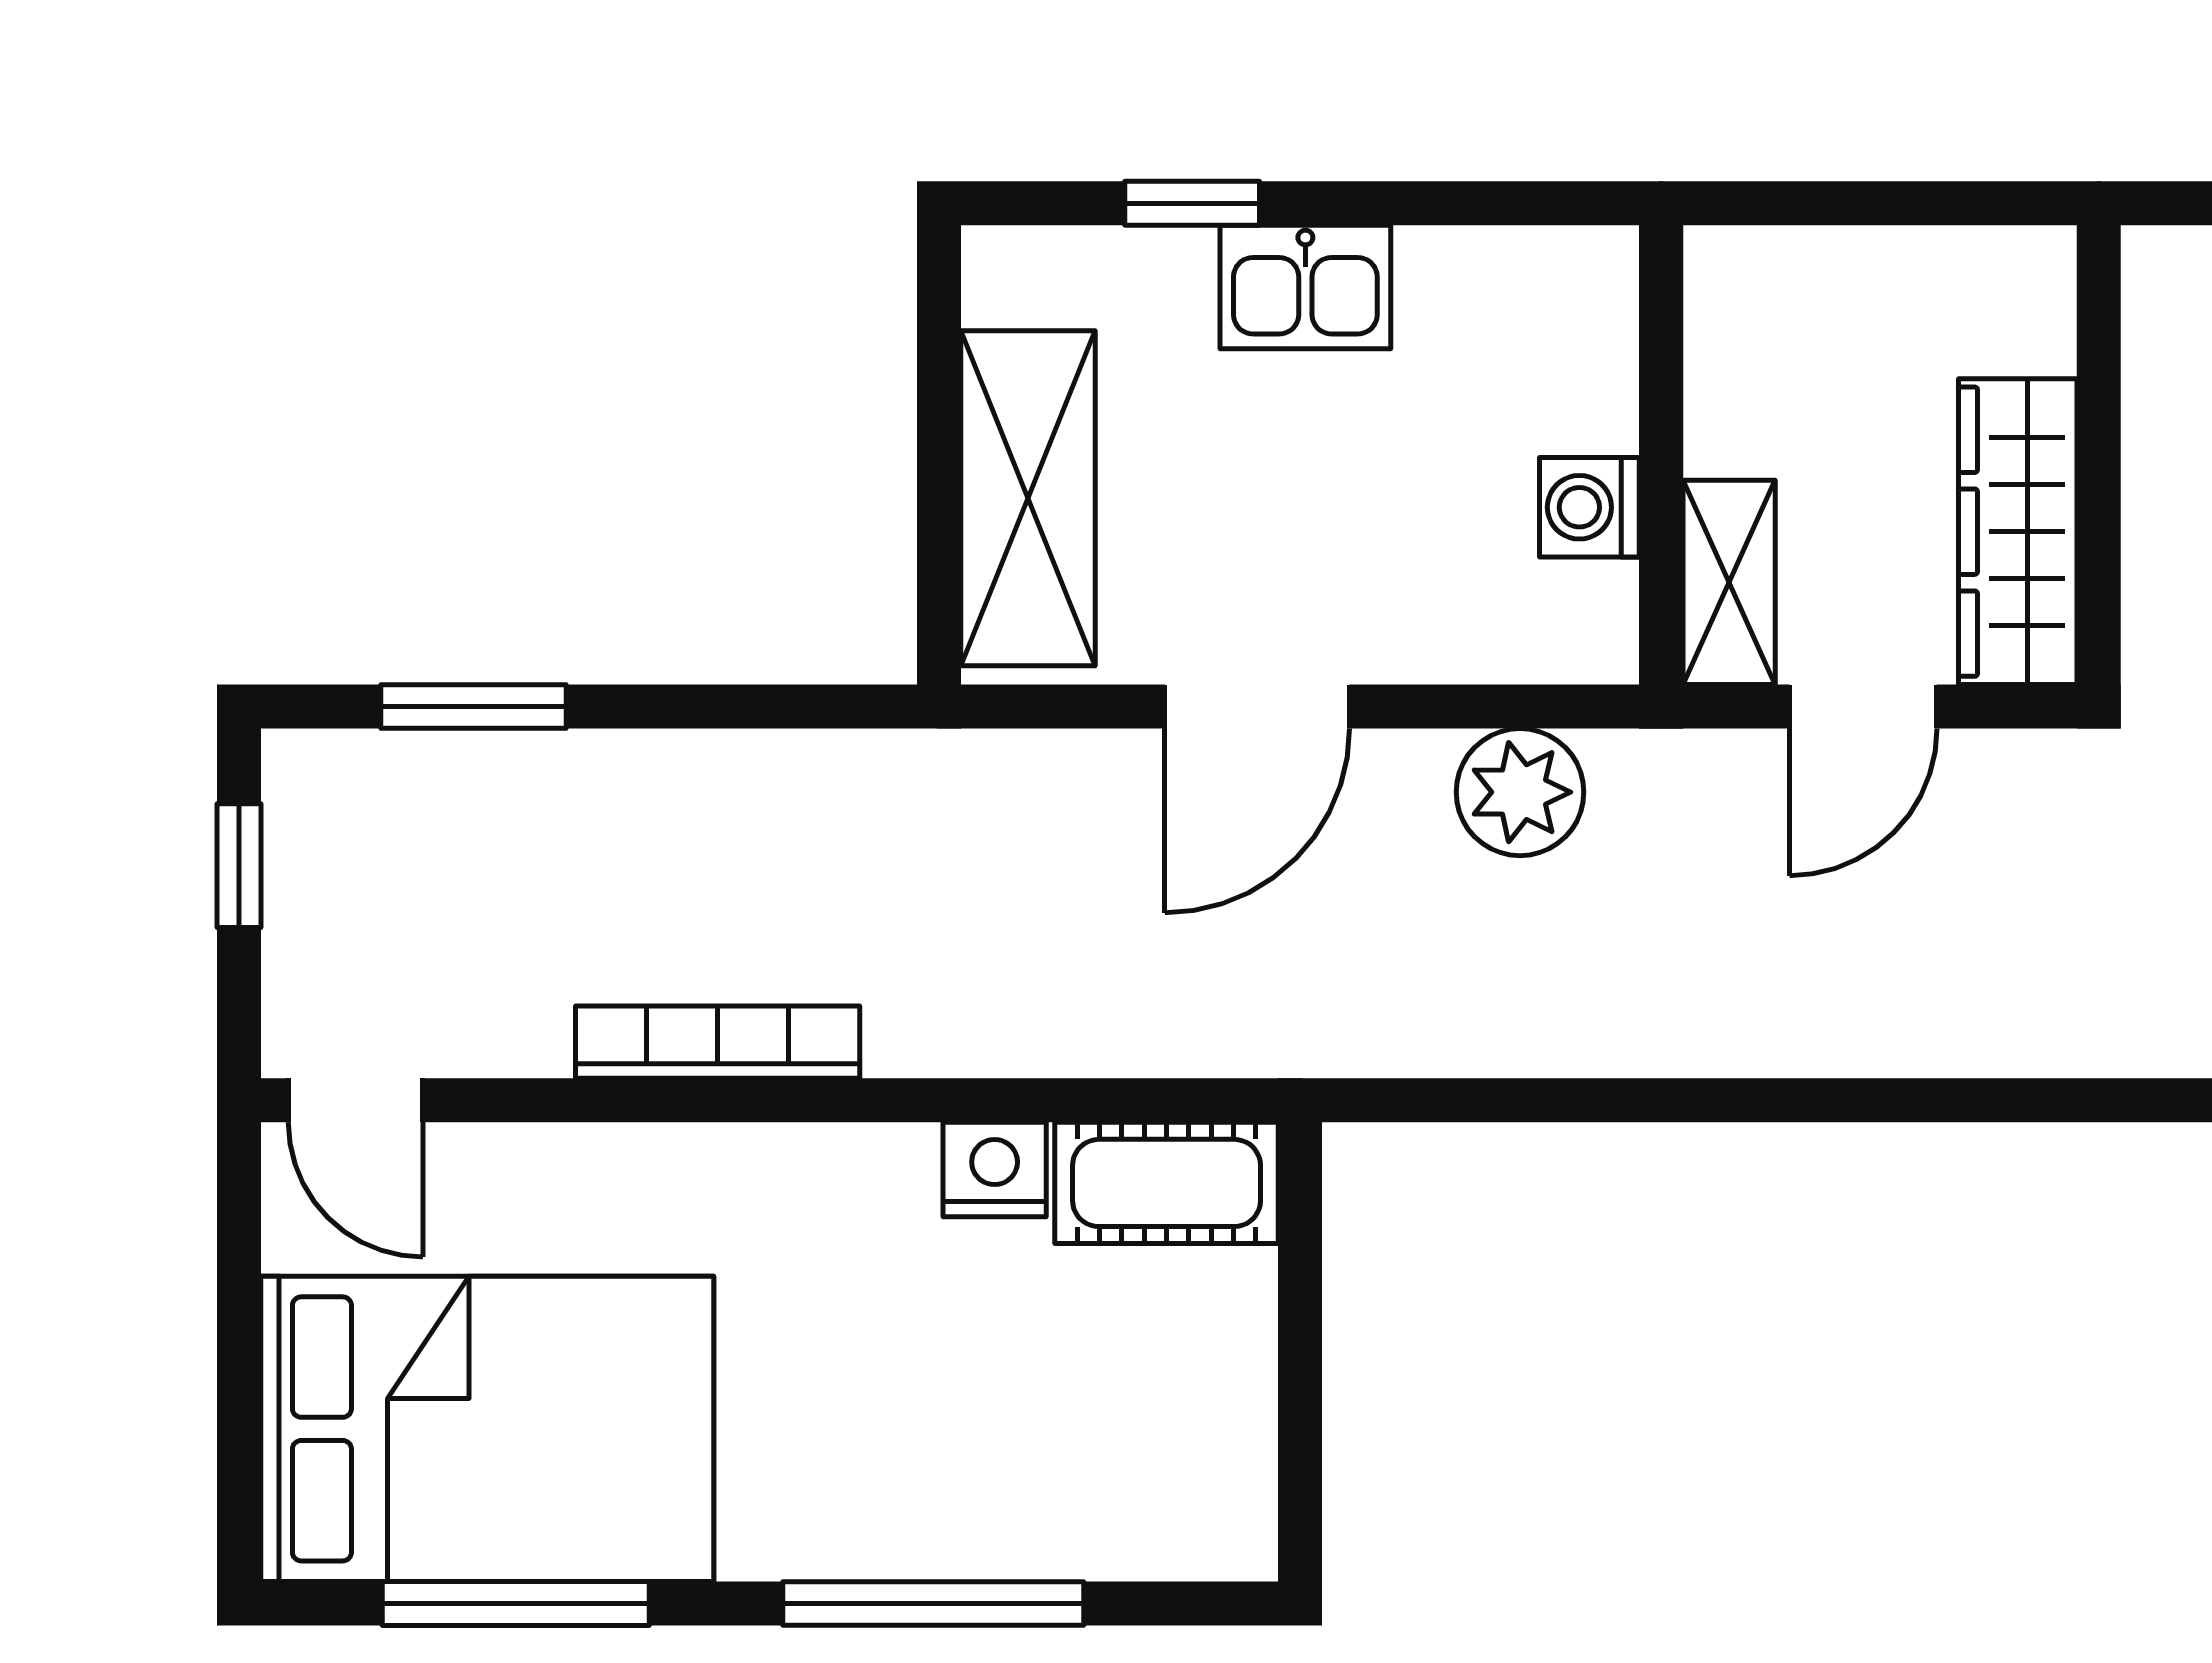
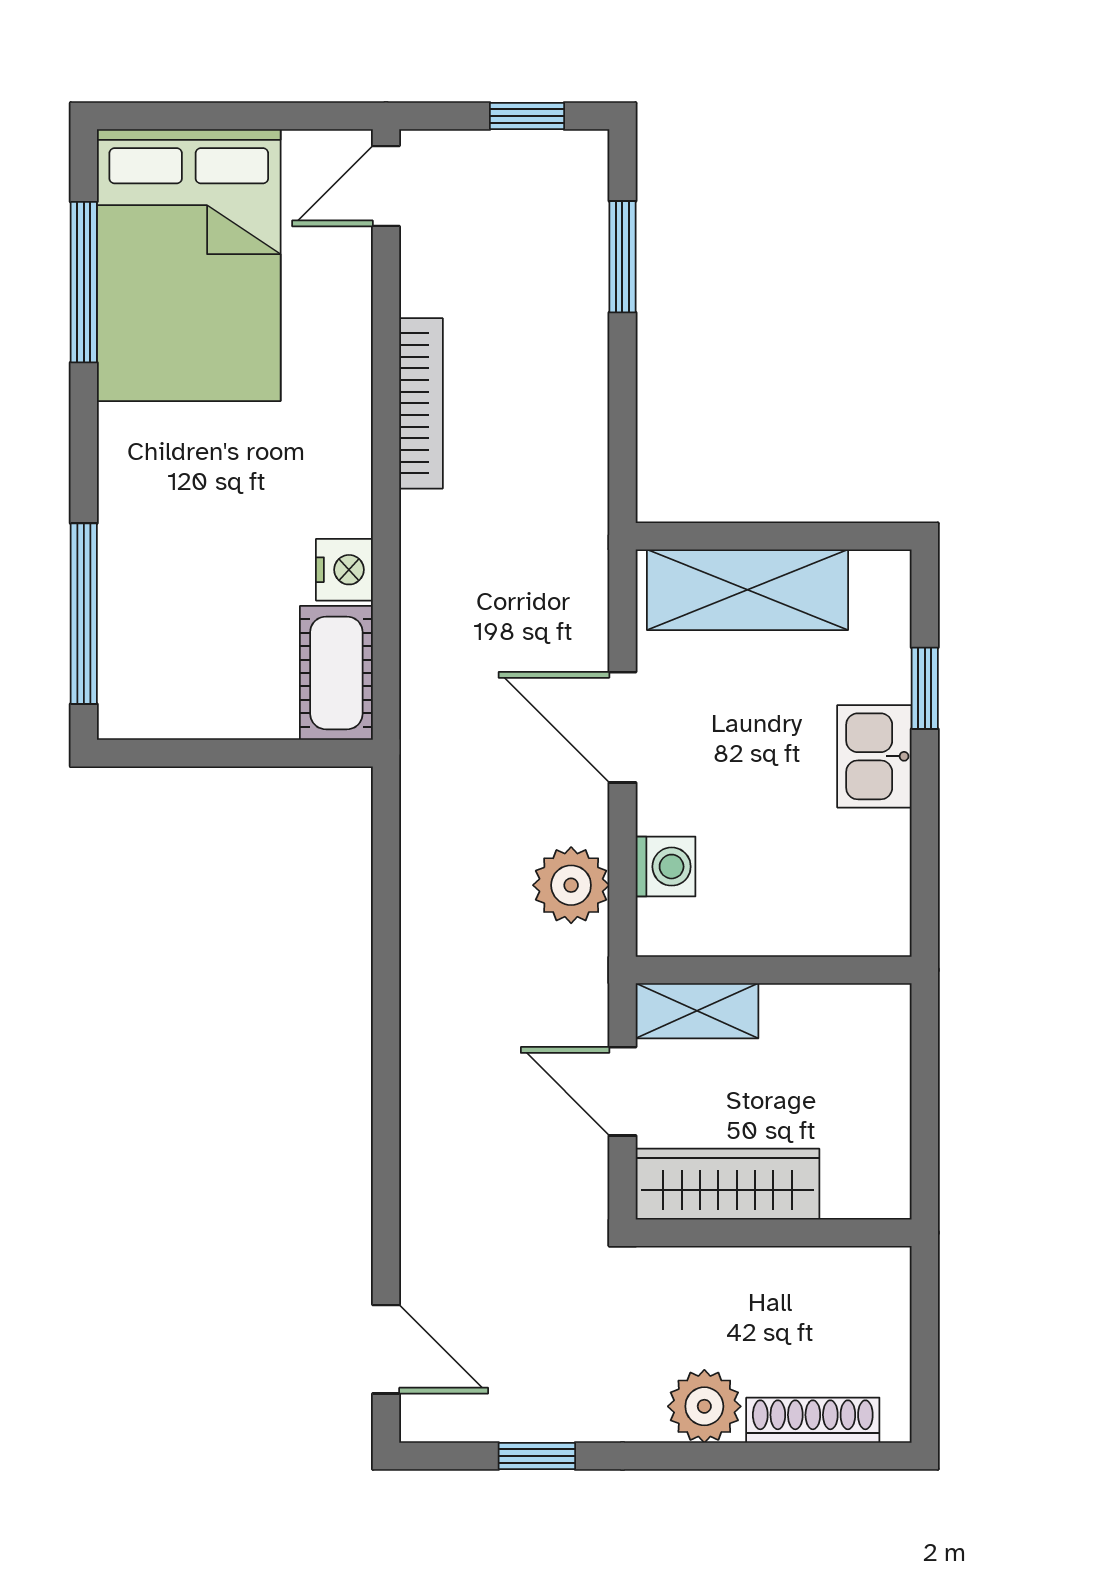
washing machine: (1589, 507) -> (666, 867), moved, turned 90
window: (933, 1604) -> (84, 614), moved

